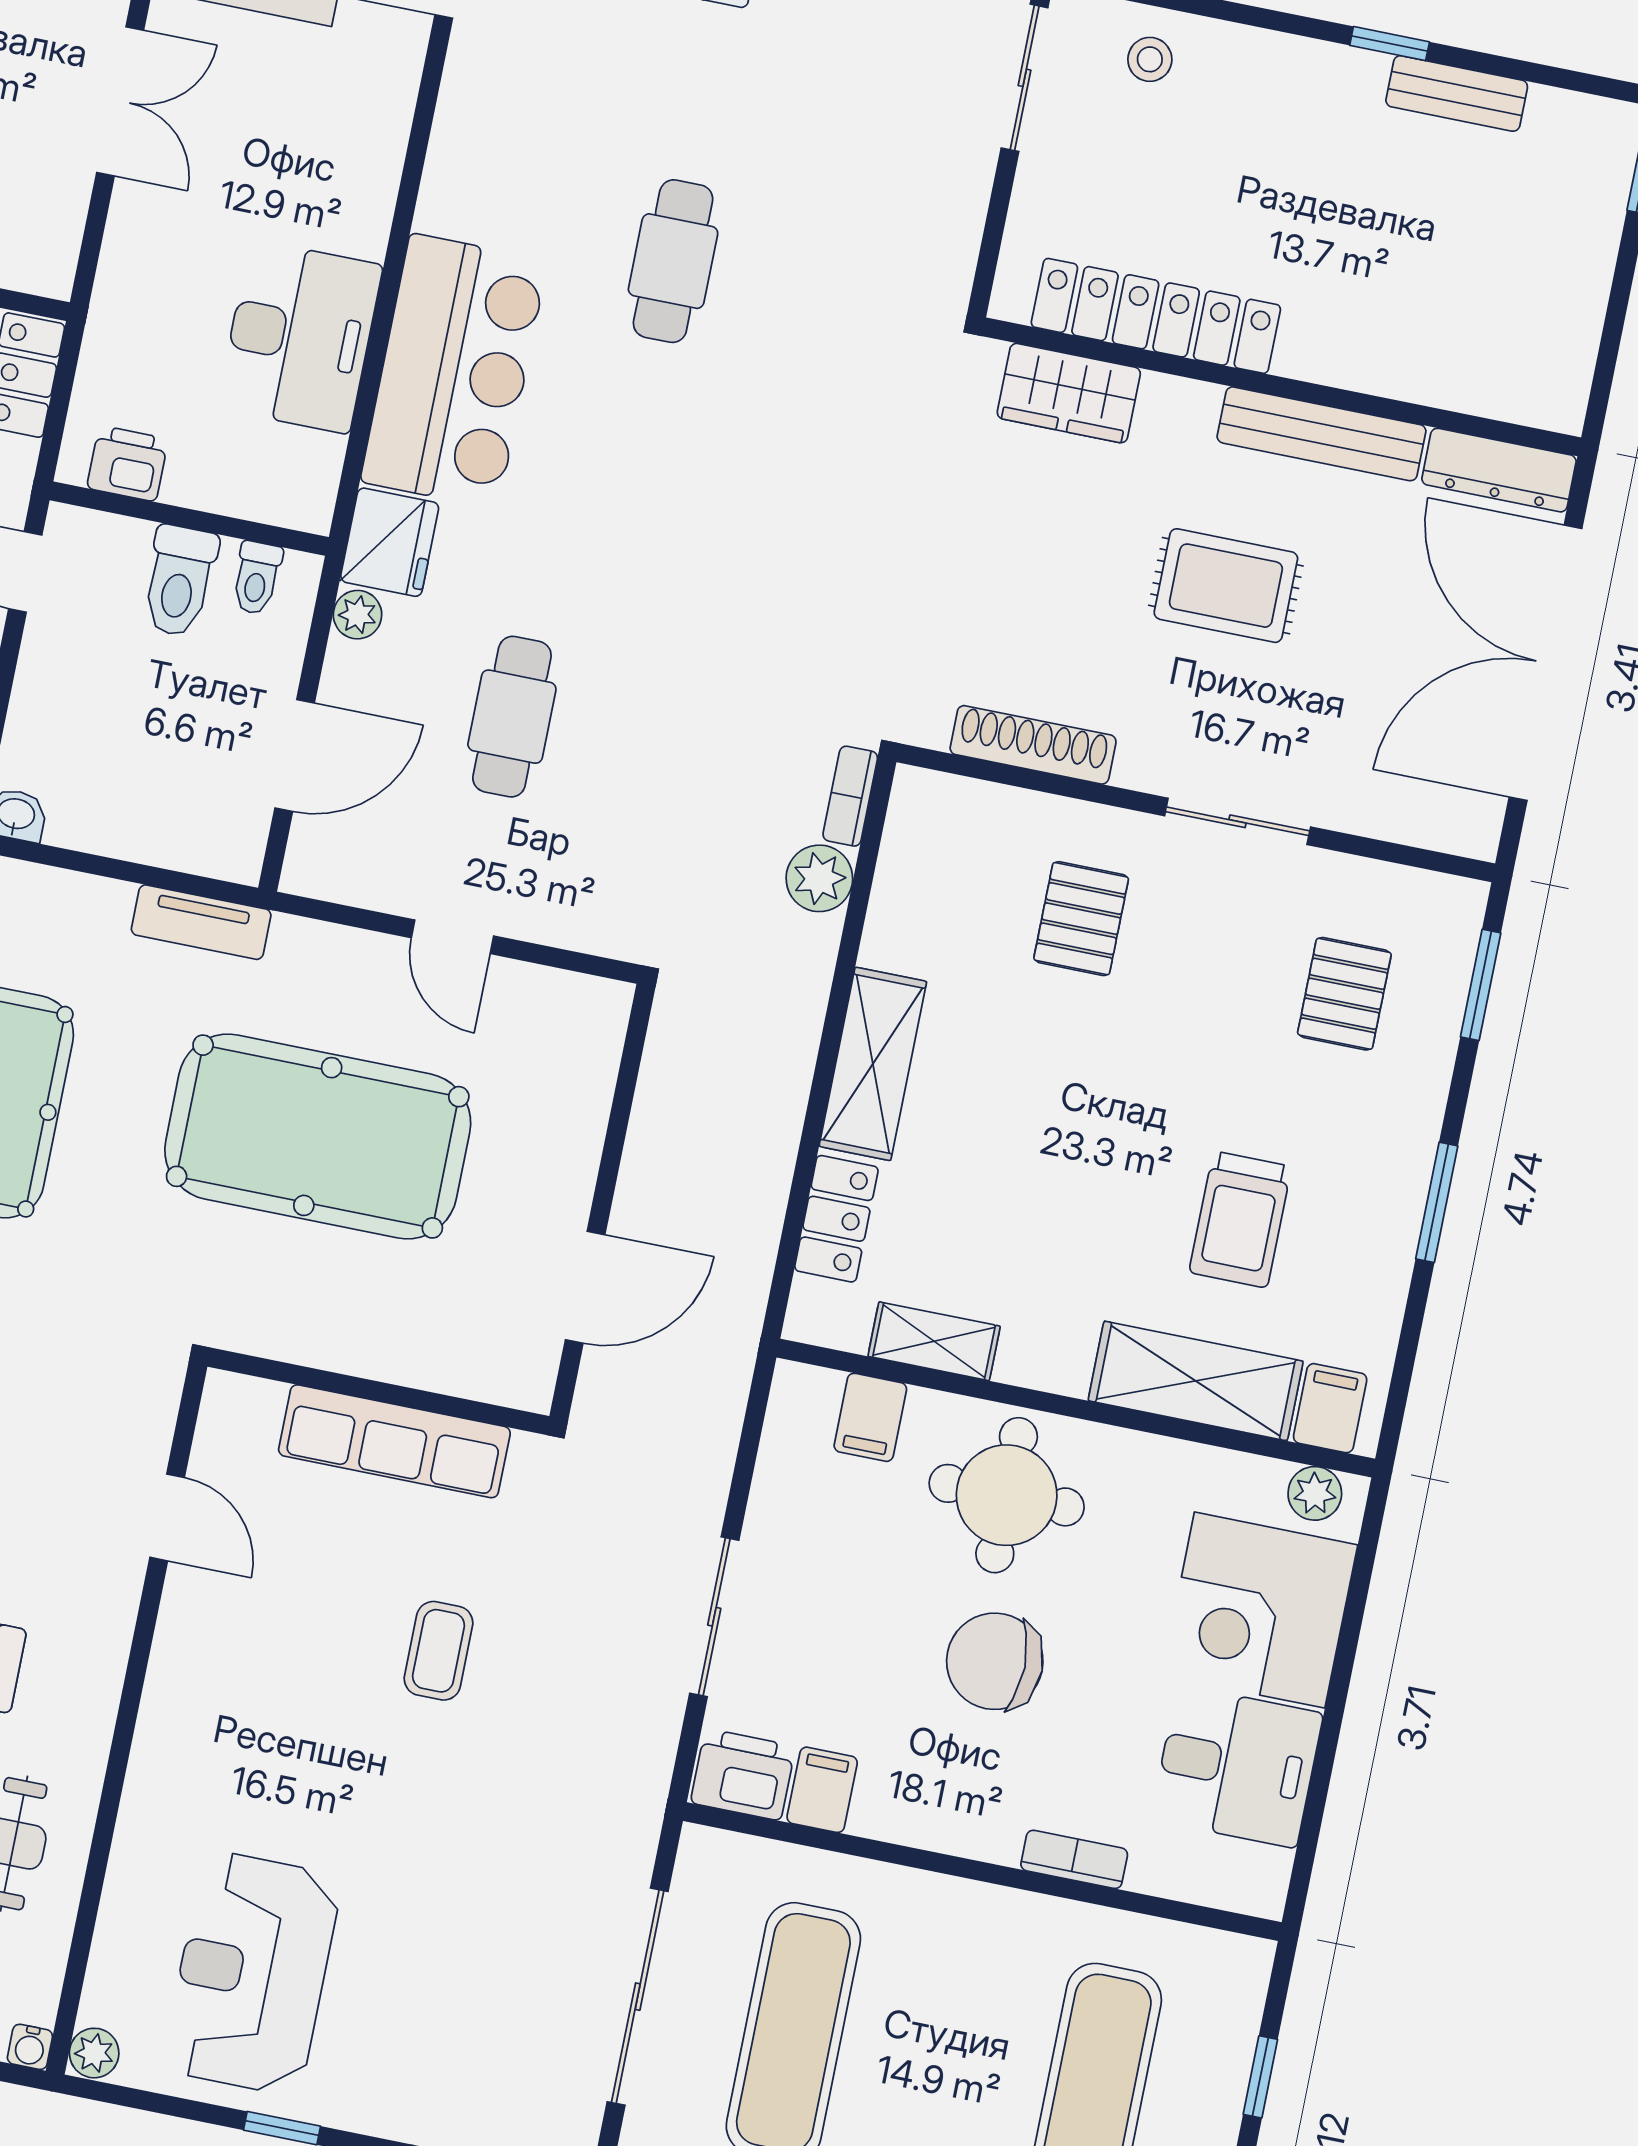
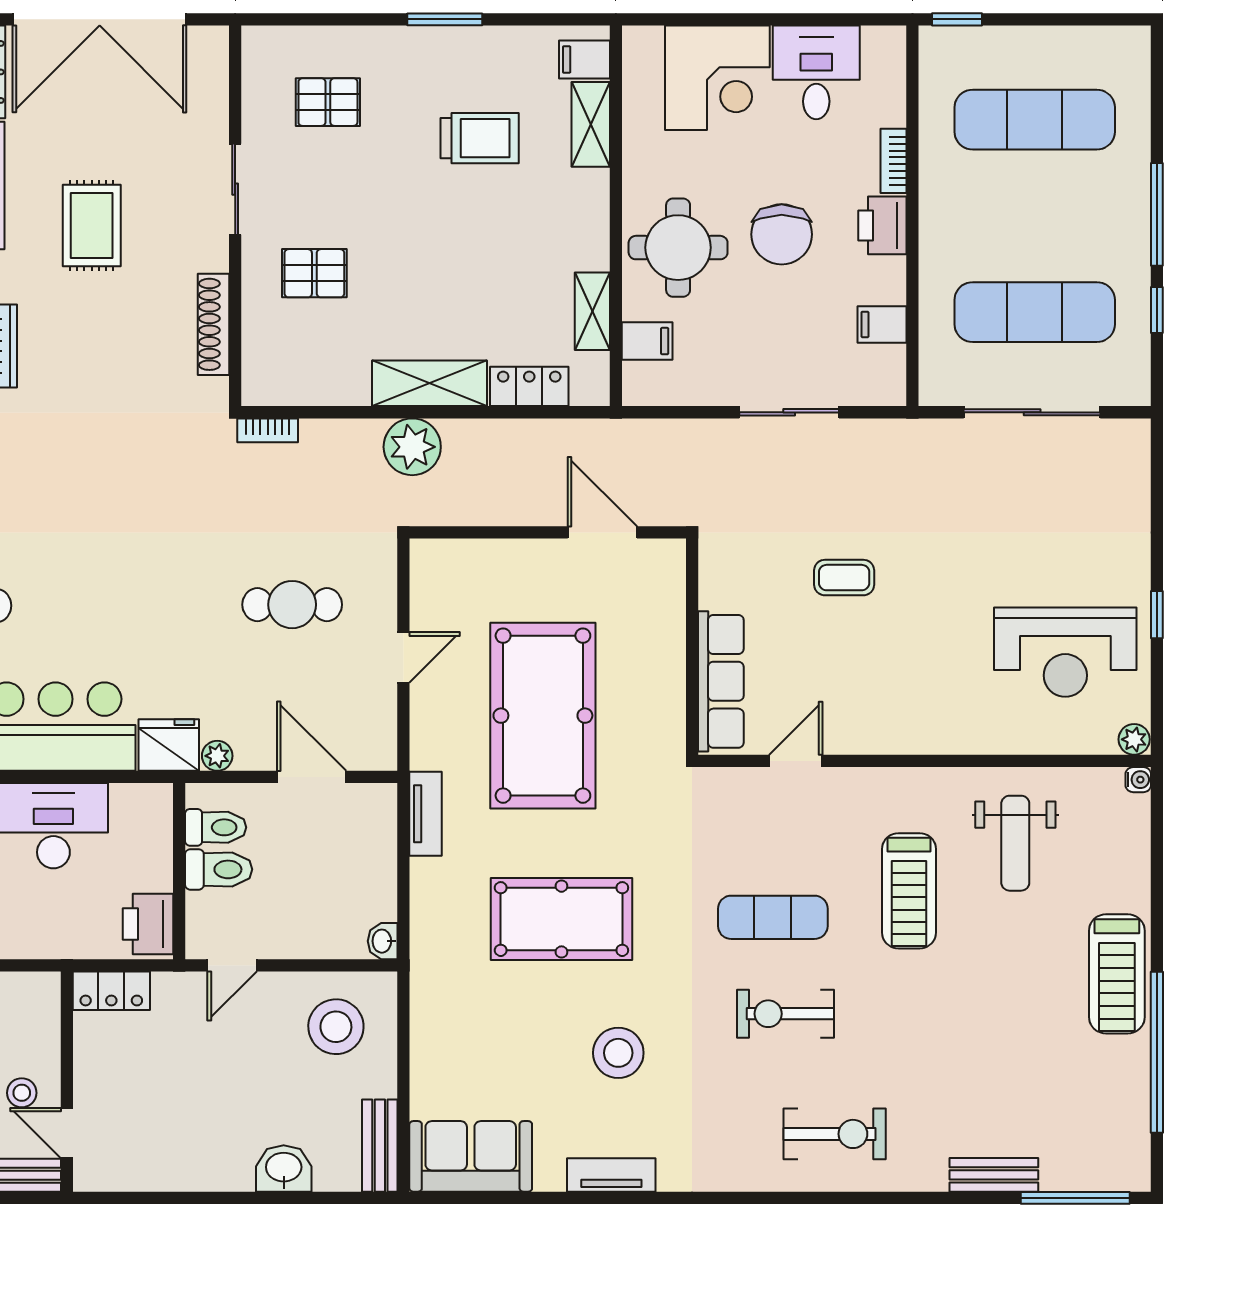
printer: (128, 464) -> (148, 924), width x1.36, depth x1.24
toilet: (257, 578) -> (216, 827), width x1.37, depth x1.39
cafe table: (512, 717) -> (292, 605), moved
plant: (819, 878) -> (412, 447), moved, width x1.36, depth x1.36
window: (1481, 985) -> (306, 19), removed
shelving: (1196, 1381) -> (591, 124), width x0.67, depth x0.75
row of seats: (394, 1441) -> (721, 681), moved
plant: (1315, 1493) -> (639, 58), removed
printer: (743, 1775) -> (882, 225), moved
window: (1260, 2077) -> (957, 19), moved

